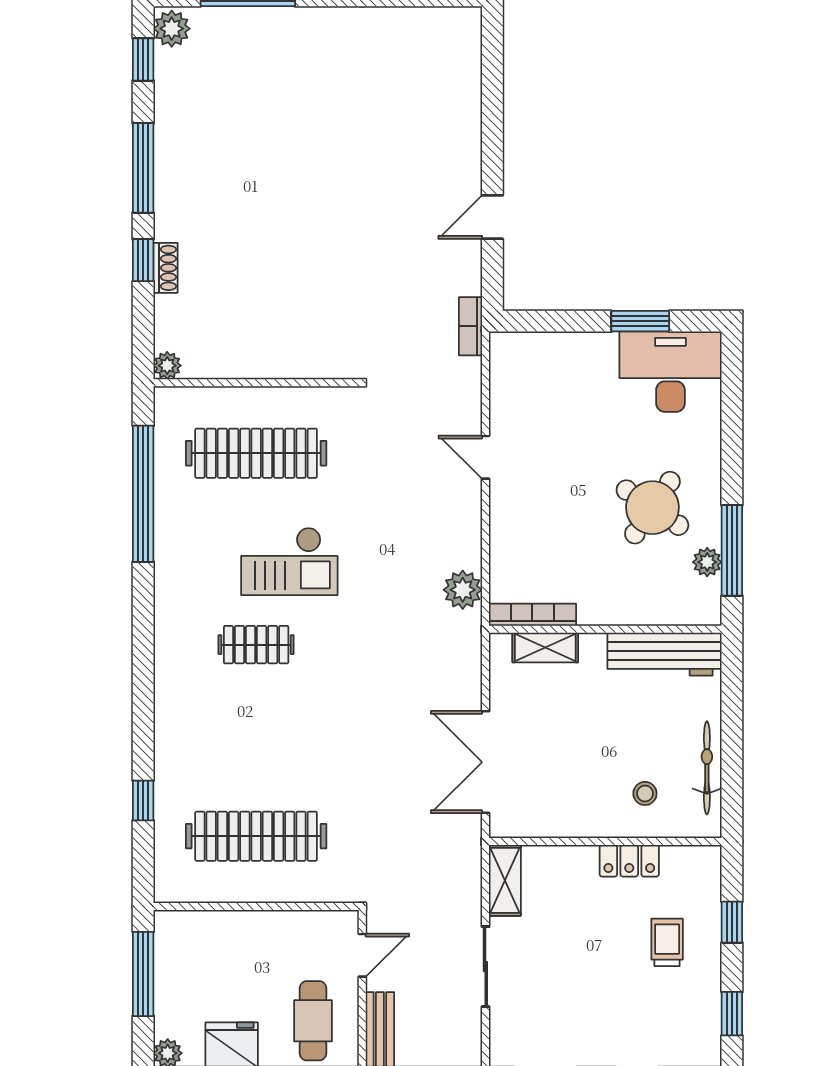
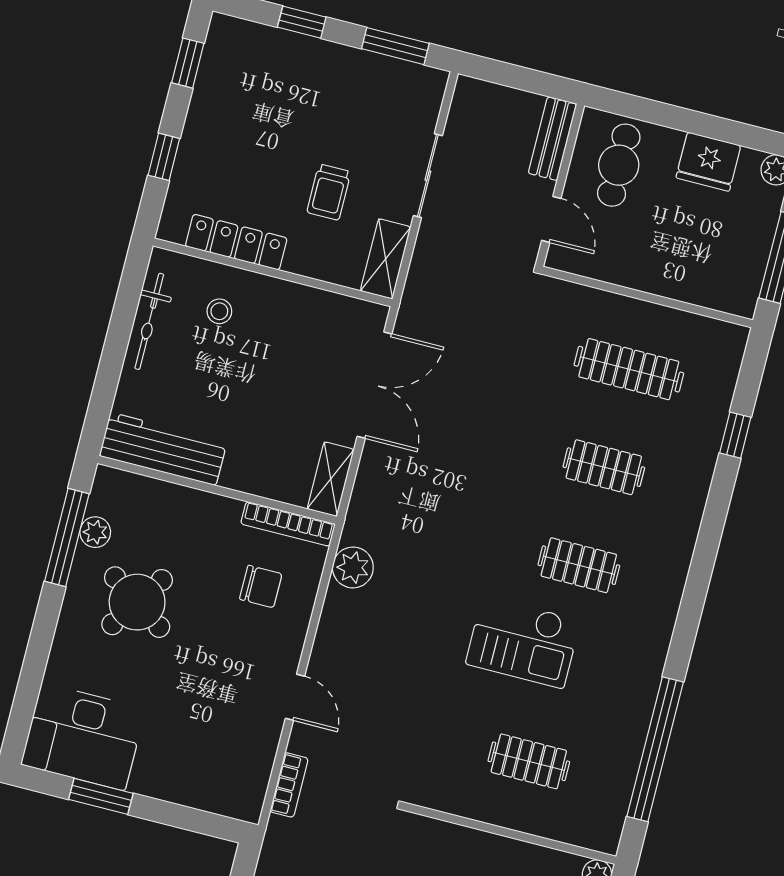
bookcase: (470, 326) -> (289, 785), moved
clothes rail: (256, 453) -> (529, 761), width x0.54, depth x0.76
chair: (543, 551) -> (261, 587), added
checkout: (289, 561) -> (523, 642), turned 180
shelving: (545, 648) -> (331, 479), moved, turned 90
clothes rail: (256, 740) -> (604, 467), added
clothes rail: (256, 836) -> (629, 369), width x0.73, depth x0.76
locker: (629, 861) -> (236, 242), width x1.53
trolley: (667, 942) -> (329, 192), moved
door: (362, 955) -> (551, 219), swing flipped

